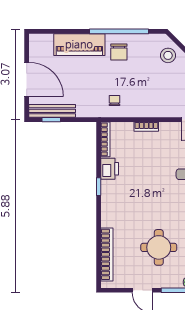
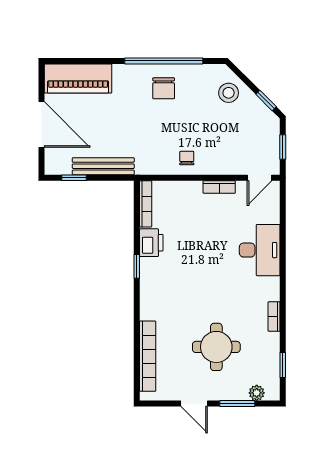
piano: (79, 45) -> (78, 78), moved
chair: (115, 100) -> (187, 158), moved
bench: (52, 111) -> (103, 166), moved
bookcase: (146, 127) -> (219, 187), moved

